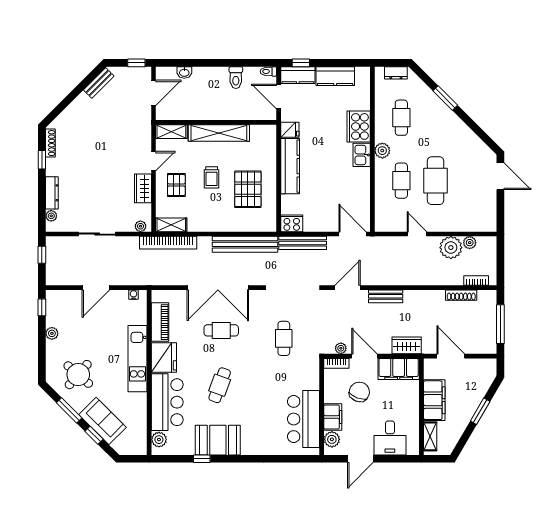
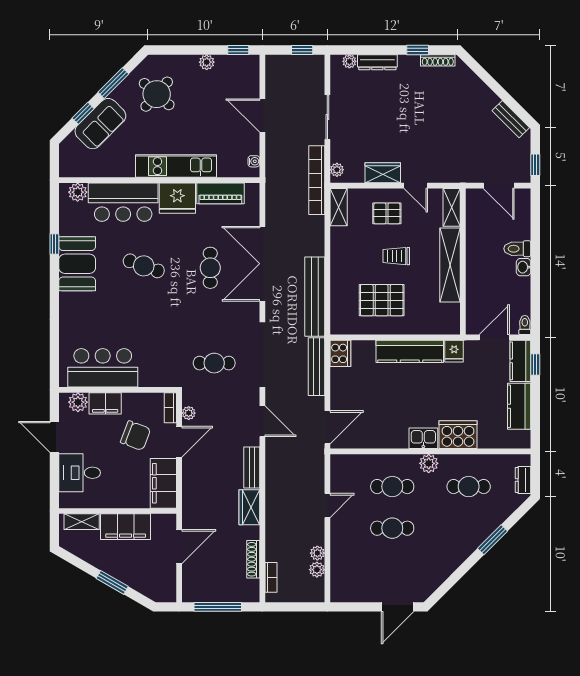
washbasin: (184, 72) -> (524, 267), moved
toilet: (236, 78) -> (517, 249), moved
cafe table: (436, 181) -> (392, 528), width x0.73, depth x0.74
bookcase: (168, 243) -> (317, 180), moved
plant: (451, 248) -> (317, 553), width x0.53, depth x0.53
cafe table: (284, 338) -> (214, 363), moved
wardrobe: (407, 345) -> (249, 507), moved, turned 180

